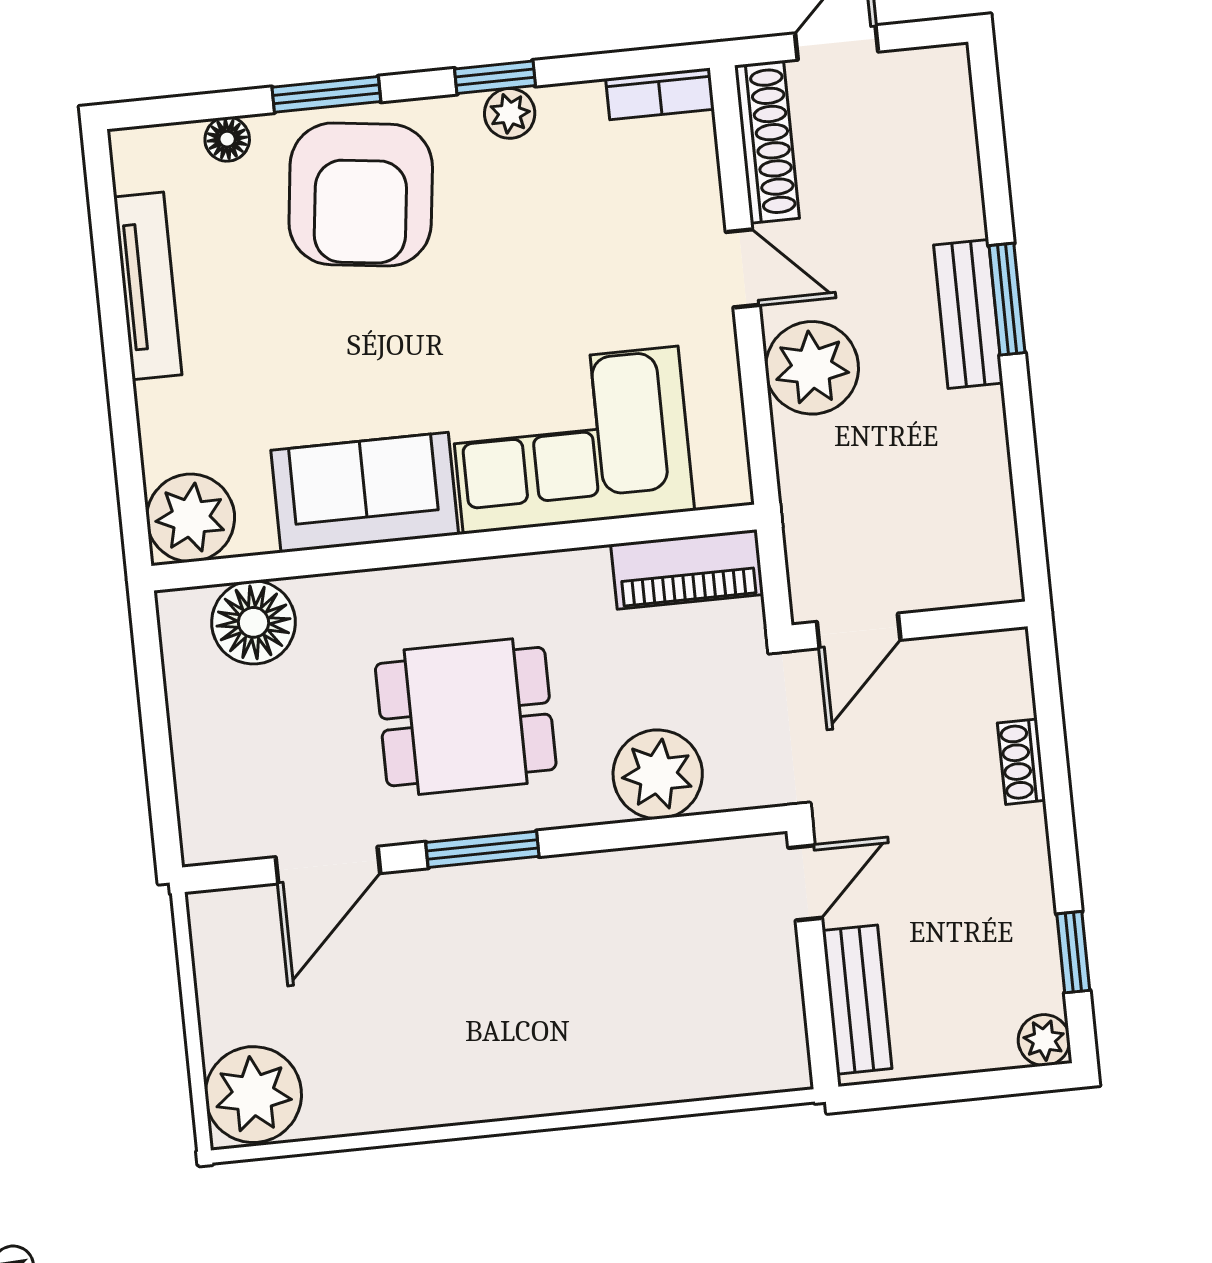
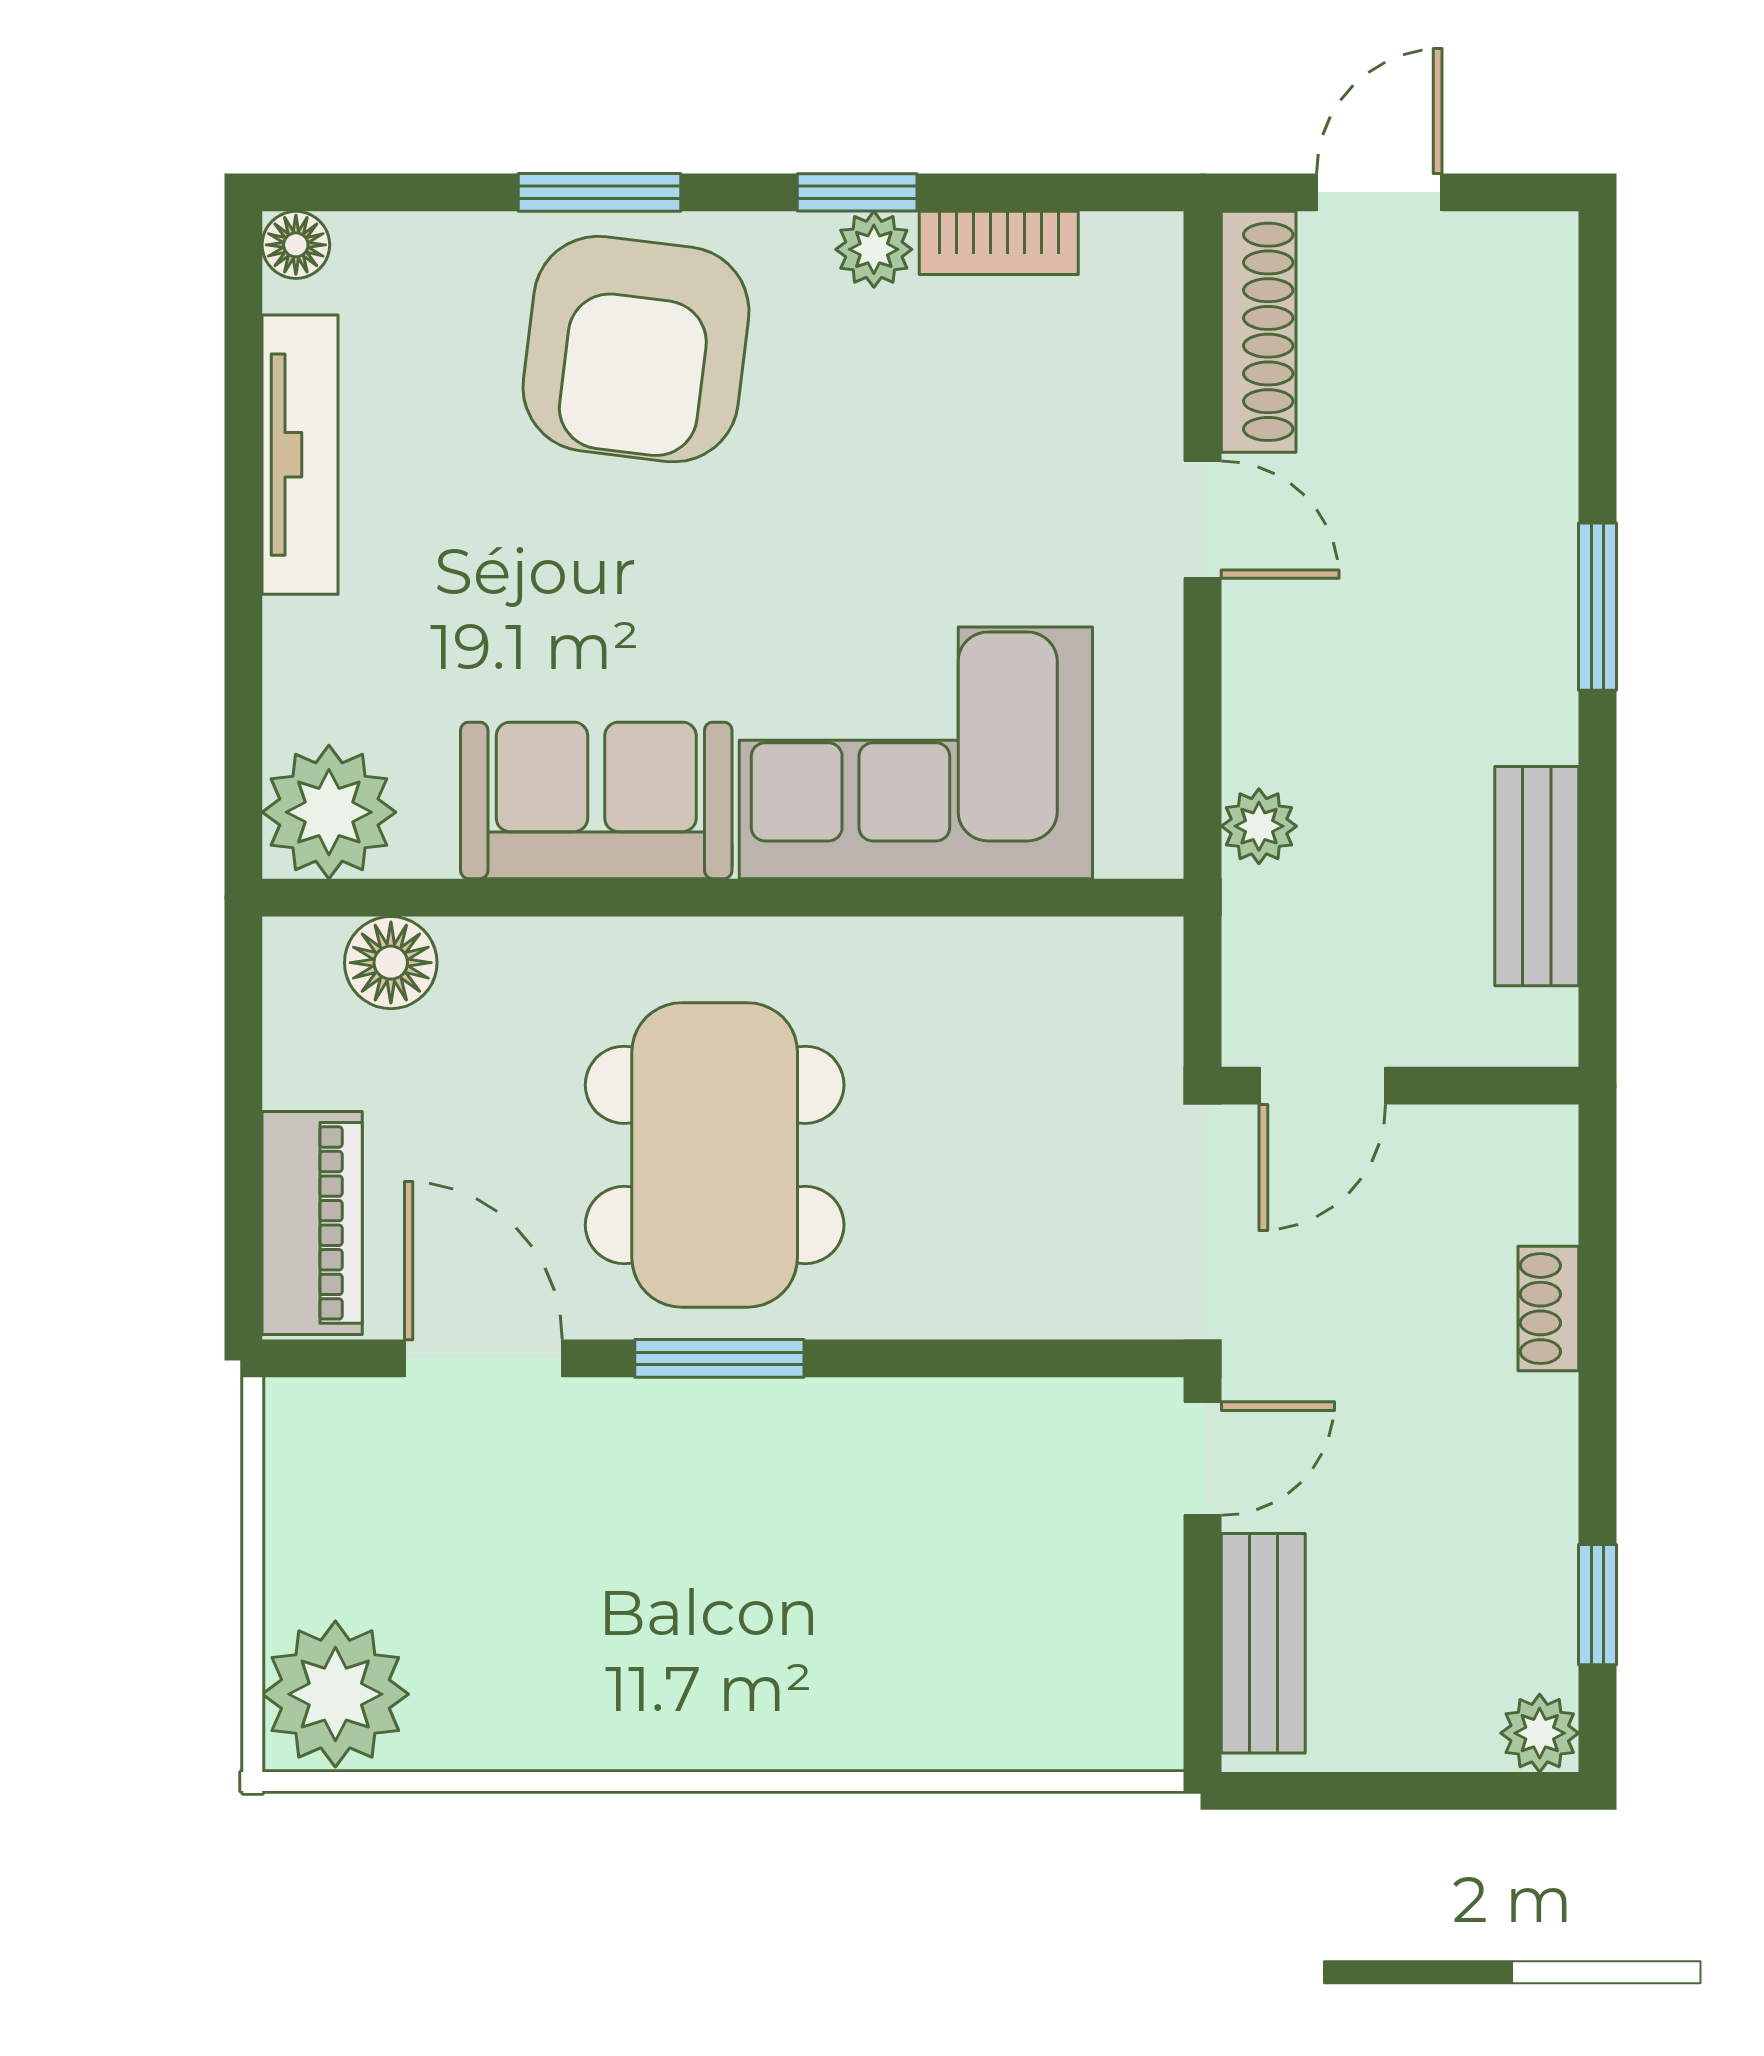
bookcase: (660, 94) -> (999, 243), moved
floor lamp: (227, 139) -> (296, 245), moved
bench: (968, 314) -> (1537, 876), moved
plant: (812, 368) -> (1259, 826), moved, width x0.53, depth x0.53
piano: (687, 569) -> (312, 1223), moved, turned -90
floor lamp: (253, 622) -> (391, 963), width x0.73, depth x0.73
dining table: (466, 717) -> (715, 1155), width x1.38
plant: (658, 774) -> (996, 1272), removed
door: (328, 865) -> (483, 1358), swing flipped

